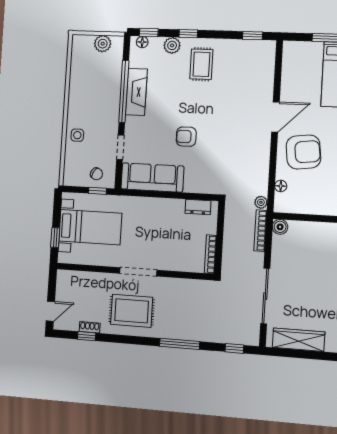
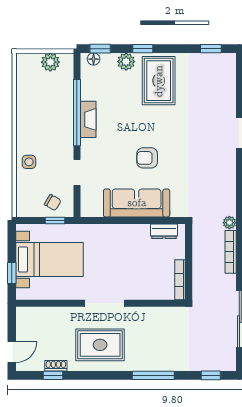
rug: (201, 64) -> (159, 81), width x1.36, depth x1.43
fireplace: (136, 92) -> (88, 119), width x0.73, depth x0.76
sofa: (152, 178) -> (137, 203), moved

